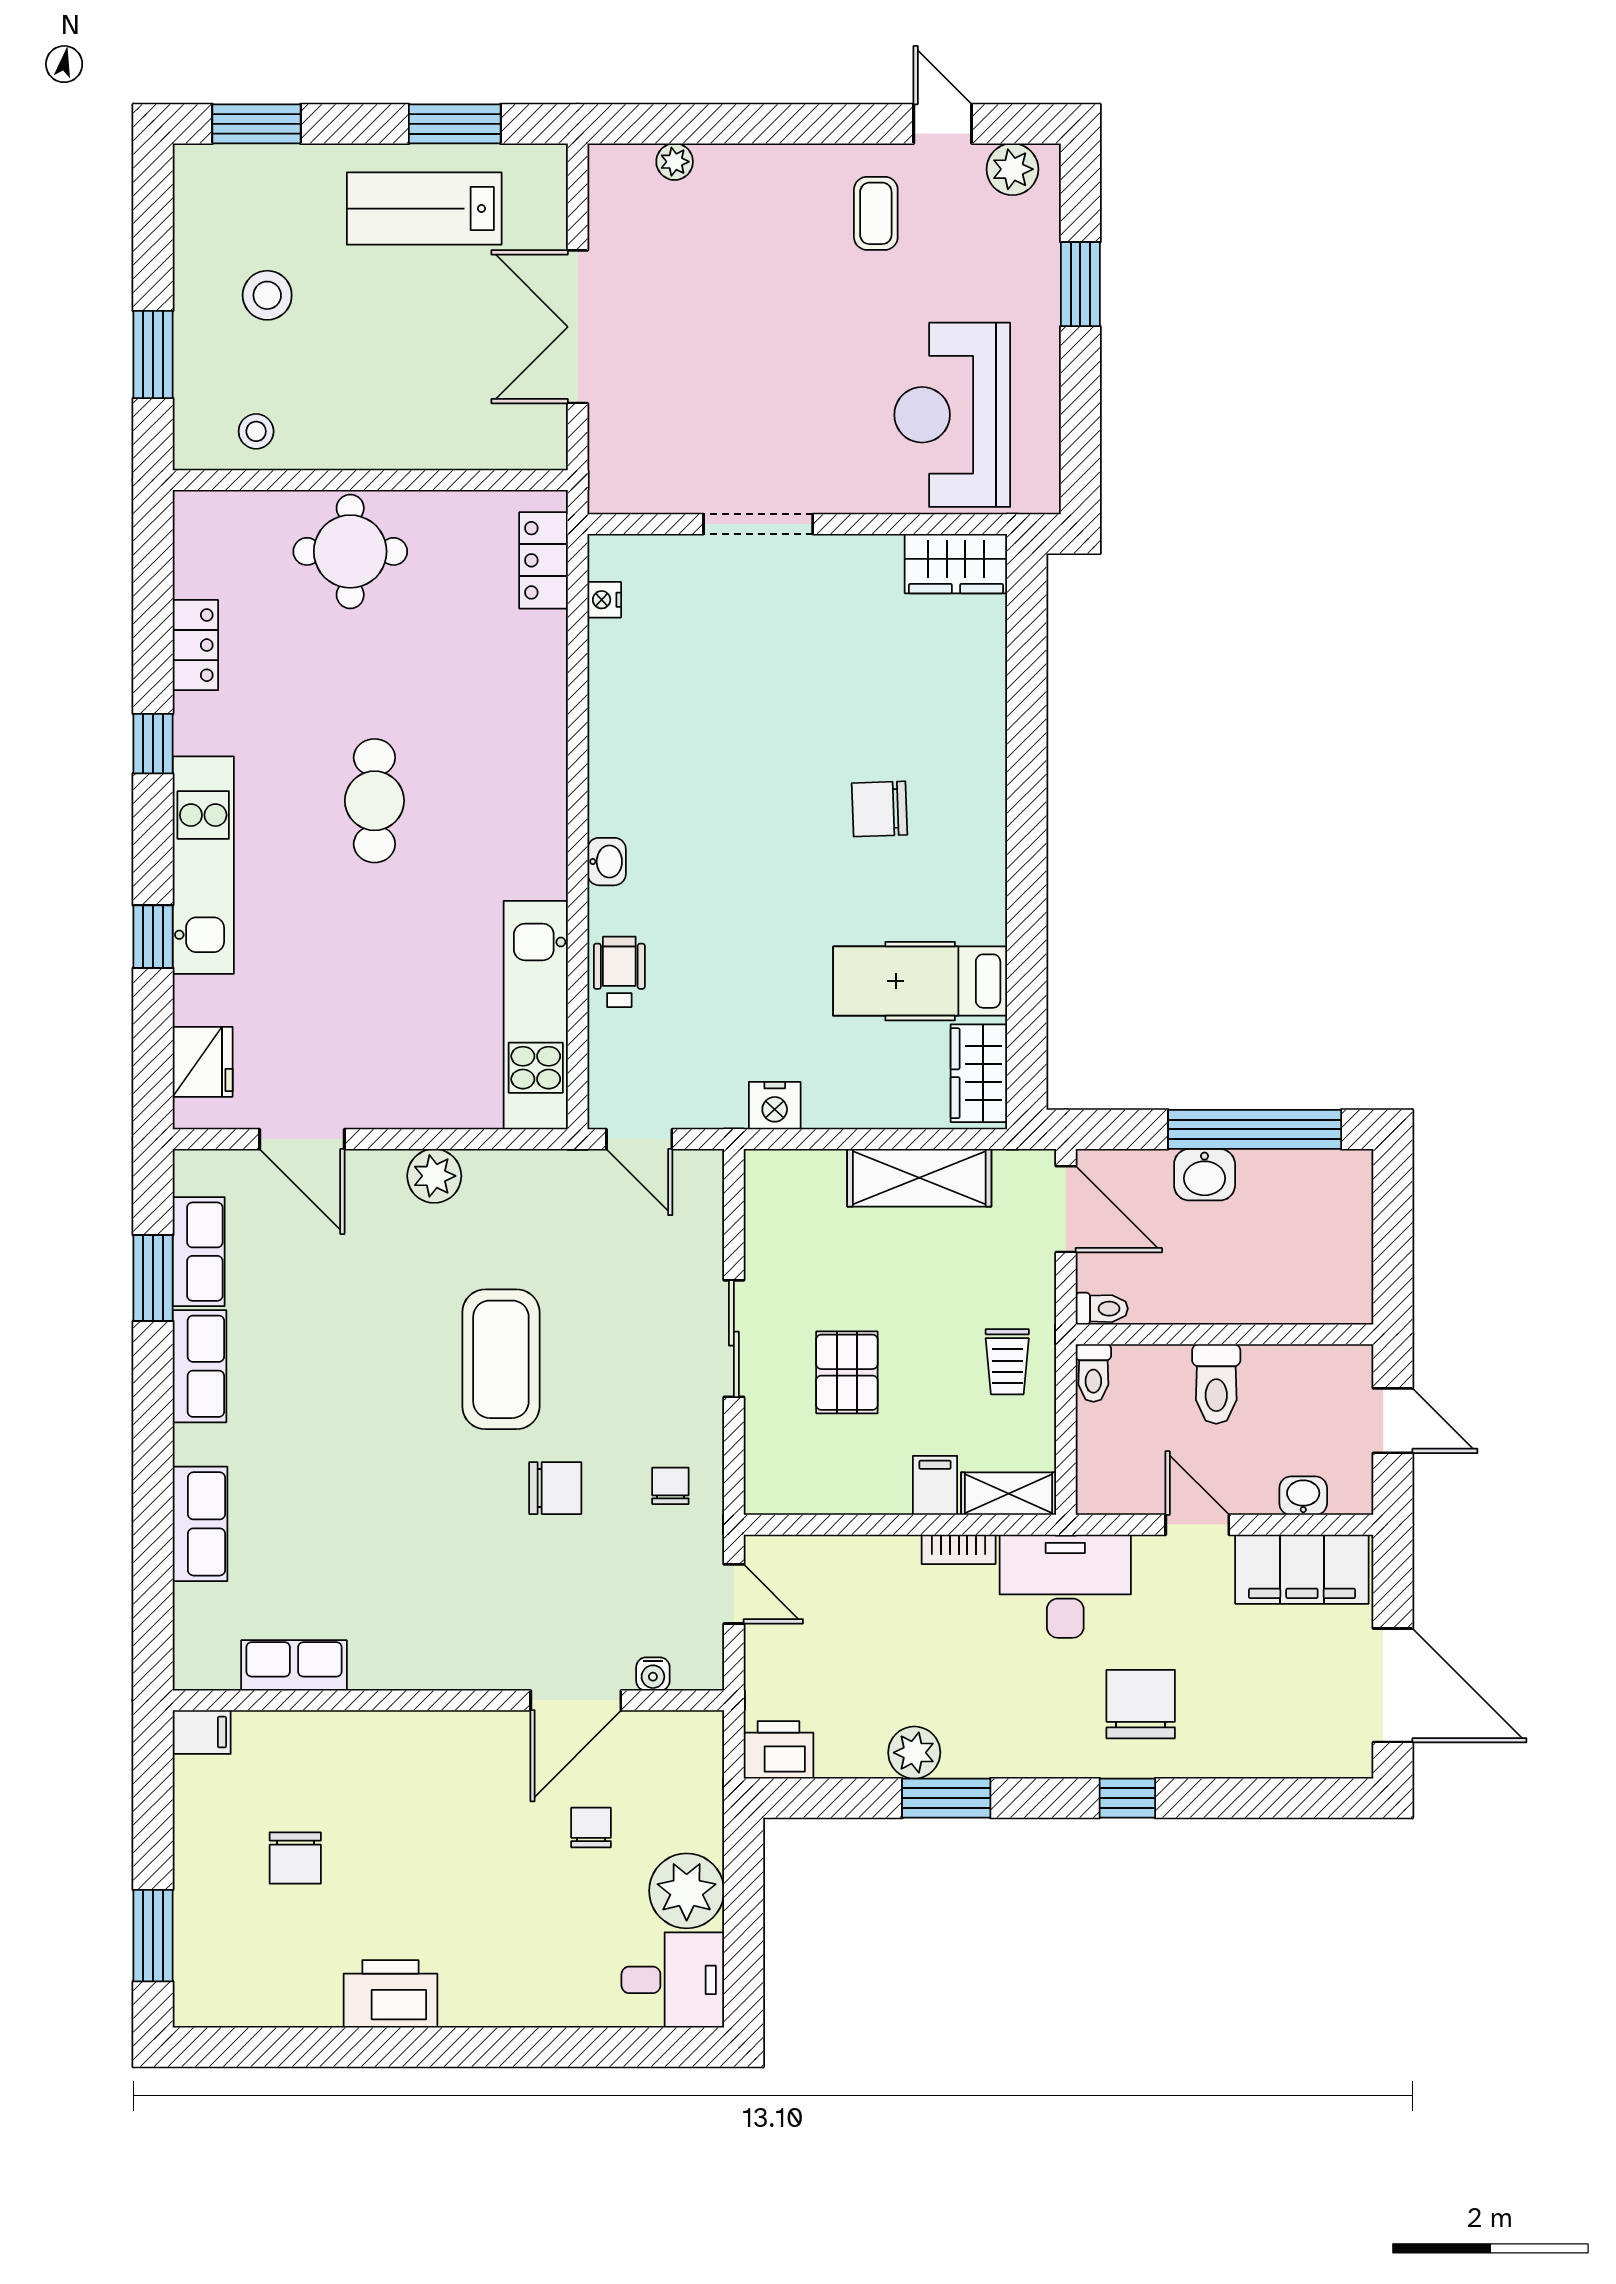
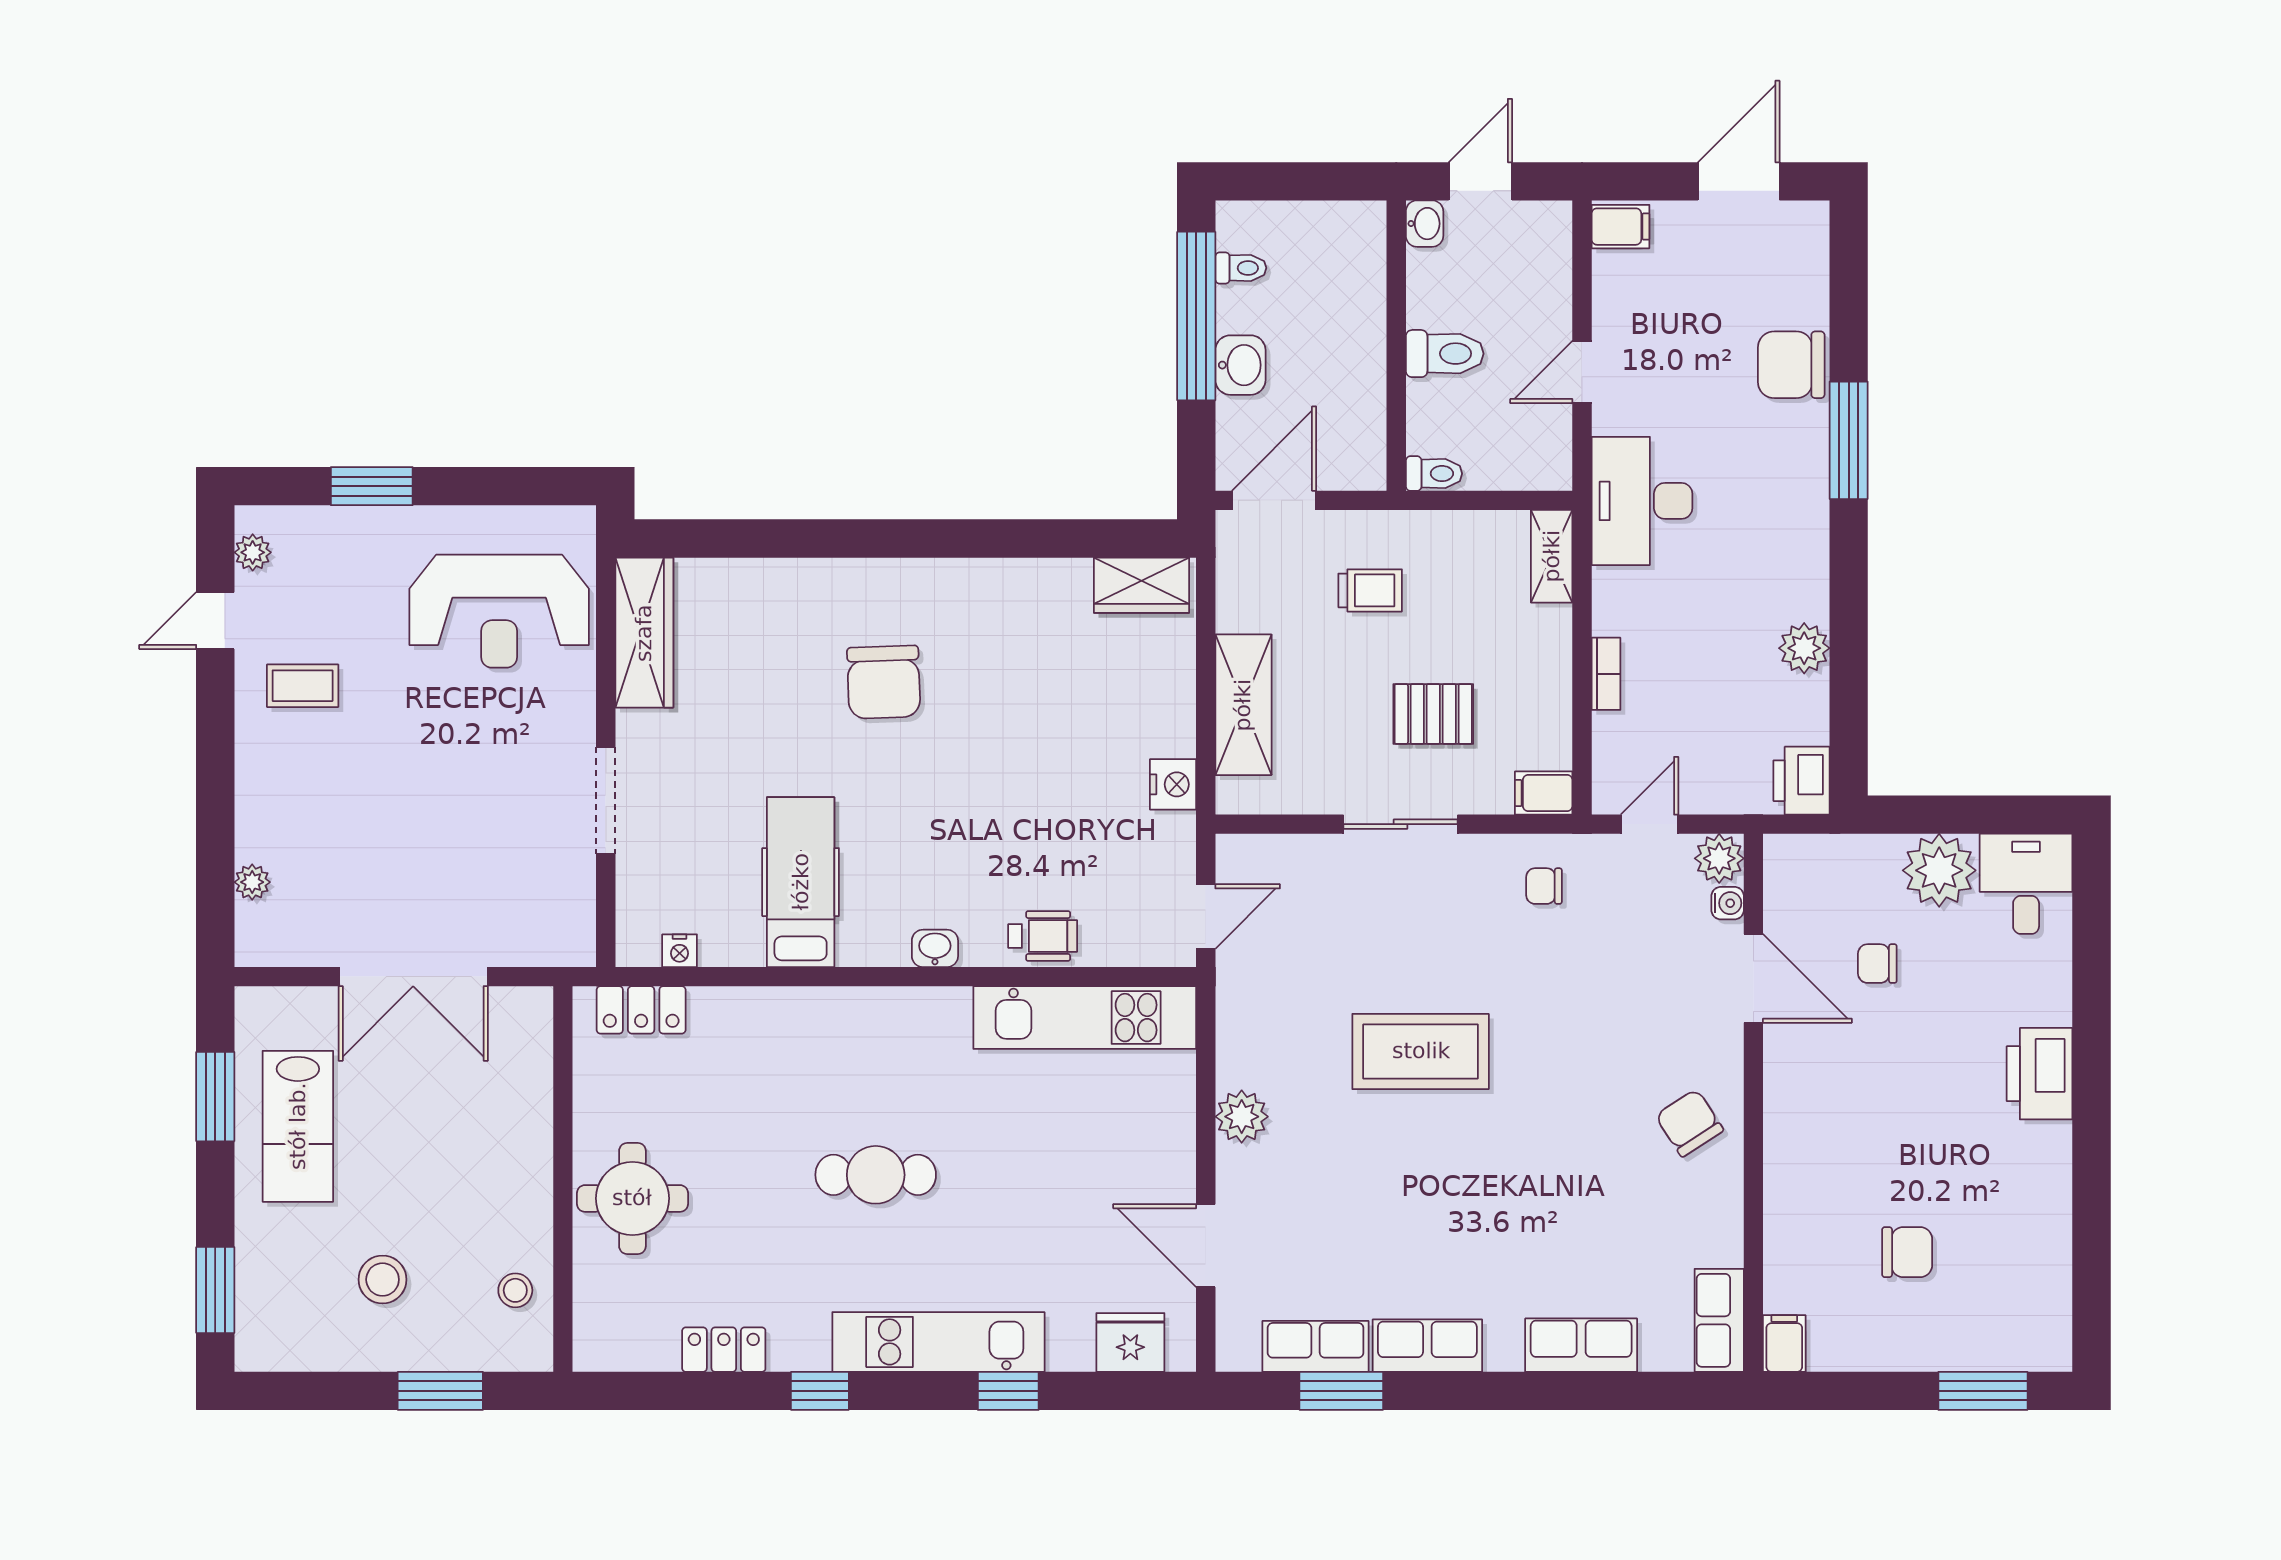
plant: (1012, 169) -> (253, 552), width x0.73, depth x0.73
wardrobe: (956, 564) -> (644, 633), width x1.50
chair: (879, 809) -> (884, 682), width x1.37, depth x1.37
wheelchair: (619, 972) -> (1043, 936), turned 180
hospital bed: (920, 981) -> (801, 882), moved, turned 180
door: (302, 1139) -> (1206, 1246), swing flipped
shelving: (919, 1178) -> (1243, 705), moved
toilet: (1102, 1309) -> (1241, 268), moved, turned 90
trolley: (1007, 1362) -> (1370, 590), moved
filing cabinet: (935, 1485) -> (1544, 793), moved
chair: (555, 1488) -> (1689, 1123), moved, turned -33
washbasin: (1303, 1496) -> (1425, 224), moved, turned 180
bookcase: (959, 1549) -> (1606, 674), moved
filing cabinet: (1302, 1569) -> (1620, 227), width x0.33, depth x0.86
row of seats: (294, 1665) -> (1719, 1320), moved
plant: (699, 1665) -> (1719, 858), added
door: (1393, 1685) -> (1739, 181), width x0.73
chair: (1141, 1704) -> (1791, 365), moved
window: (946, 1798) -> (1849, 617), removed
window: (1127, 1798) -> (1849, 440), width x2.17
printer: (390, 1994) -> (2040, 1074), moved

